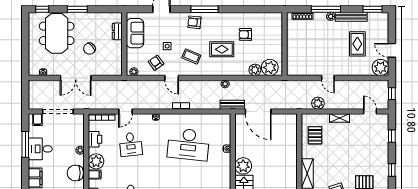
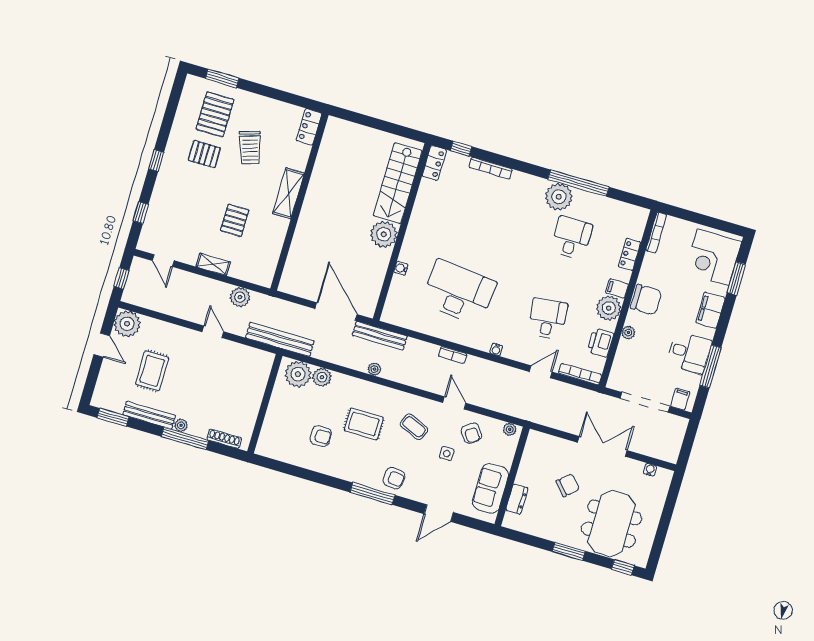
bench: (287, 85) -> (280, 339), added
bench: (232, 105) -> (380, 336), width x1.36
pallet: (315, 135) -> (235, 220), moved

